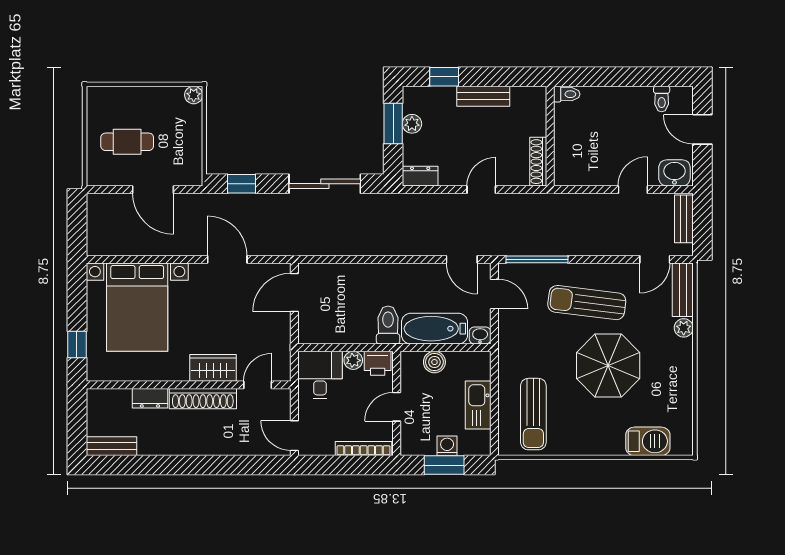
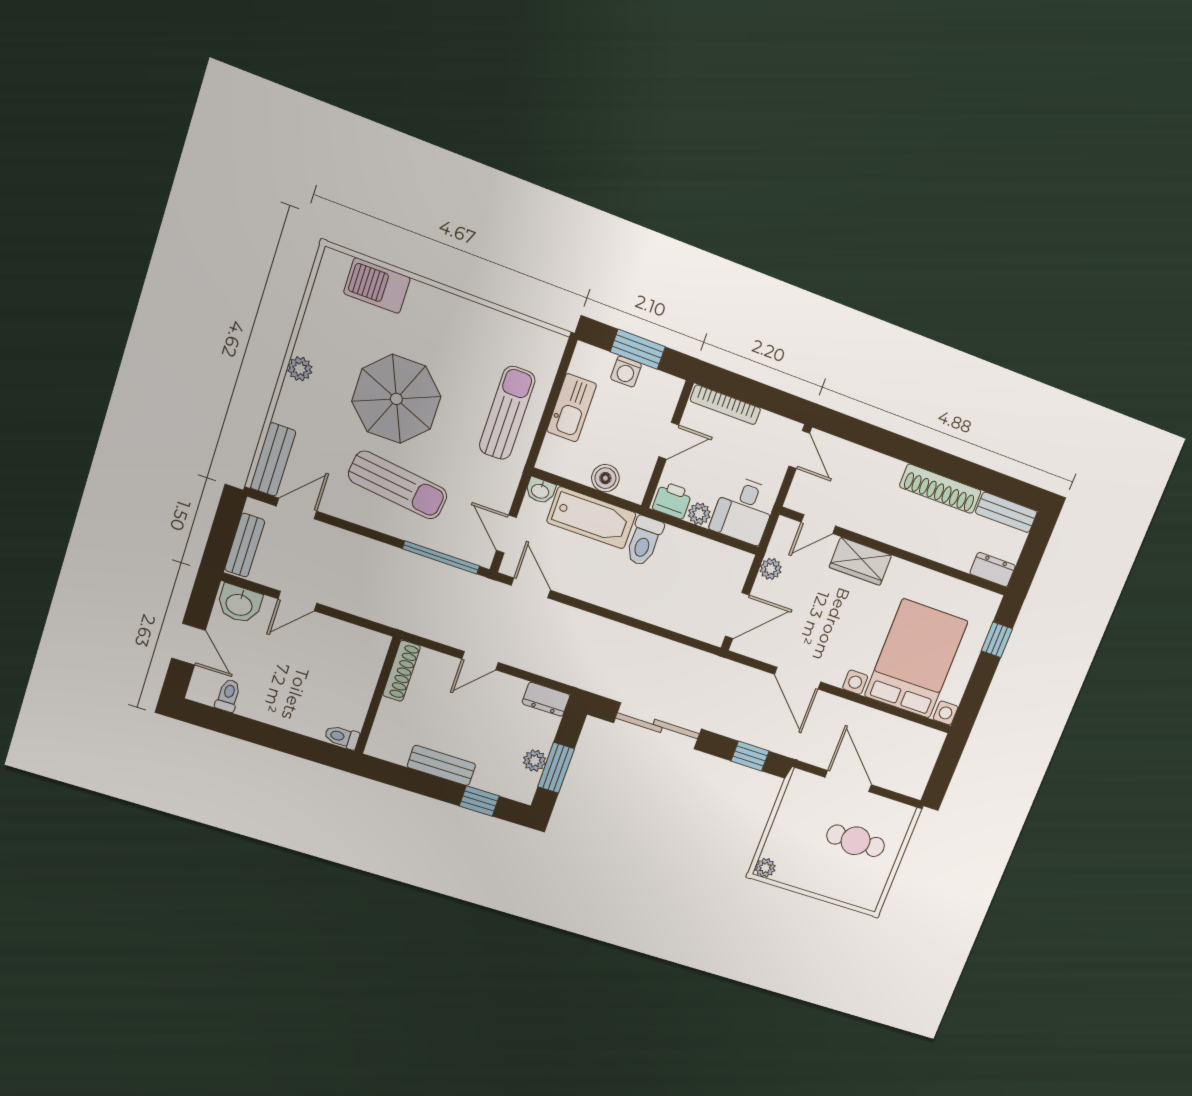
plant: (684, 328) -> (300, 369), moved
plant: (282, 338) -> (771, 569), added
dresser: (150, 398) -> (993, 570), moved
shoe rack: (203, 399) -> (940, 489), moved, turned 180
sun lounger: (533, 414) -> (507, 413), moved

